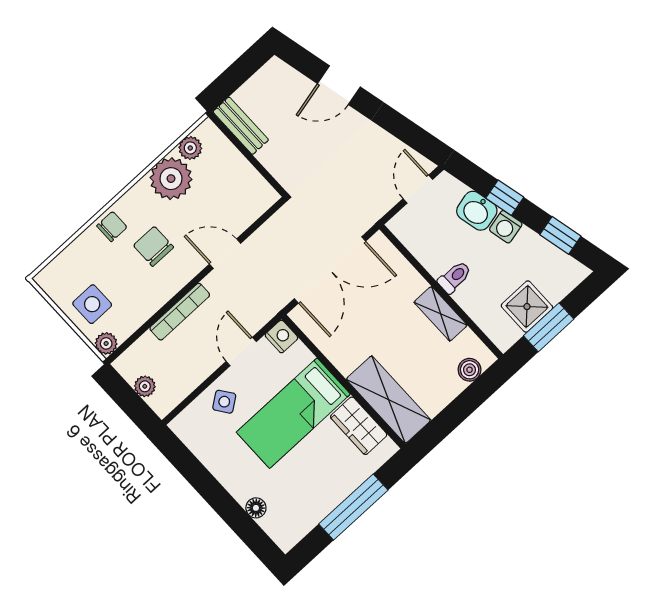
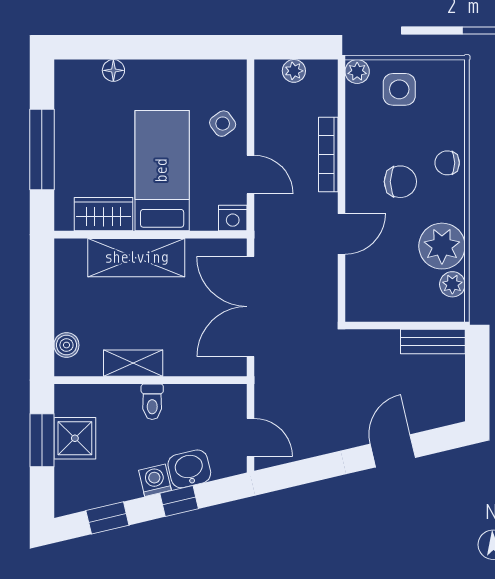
chair: (112, 227) -> (447, 163), turned 90
shelving: (388, 400) -> (136, 258), moved

